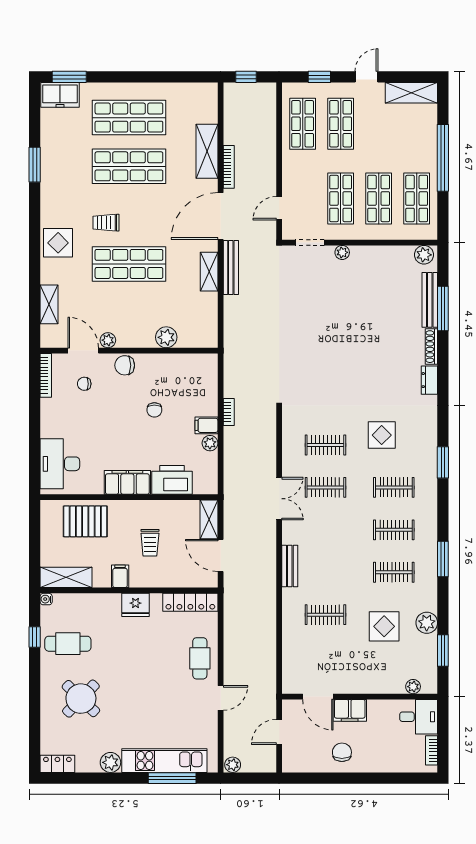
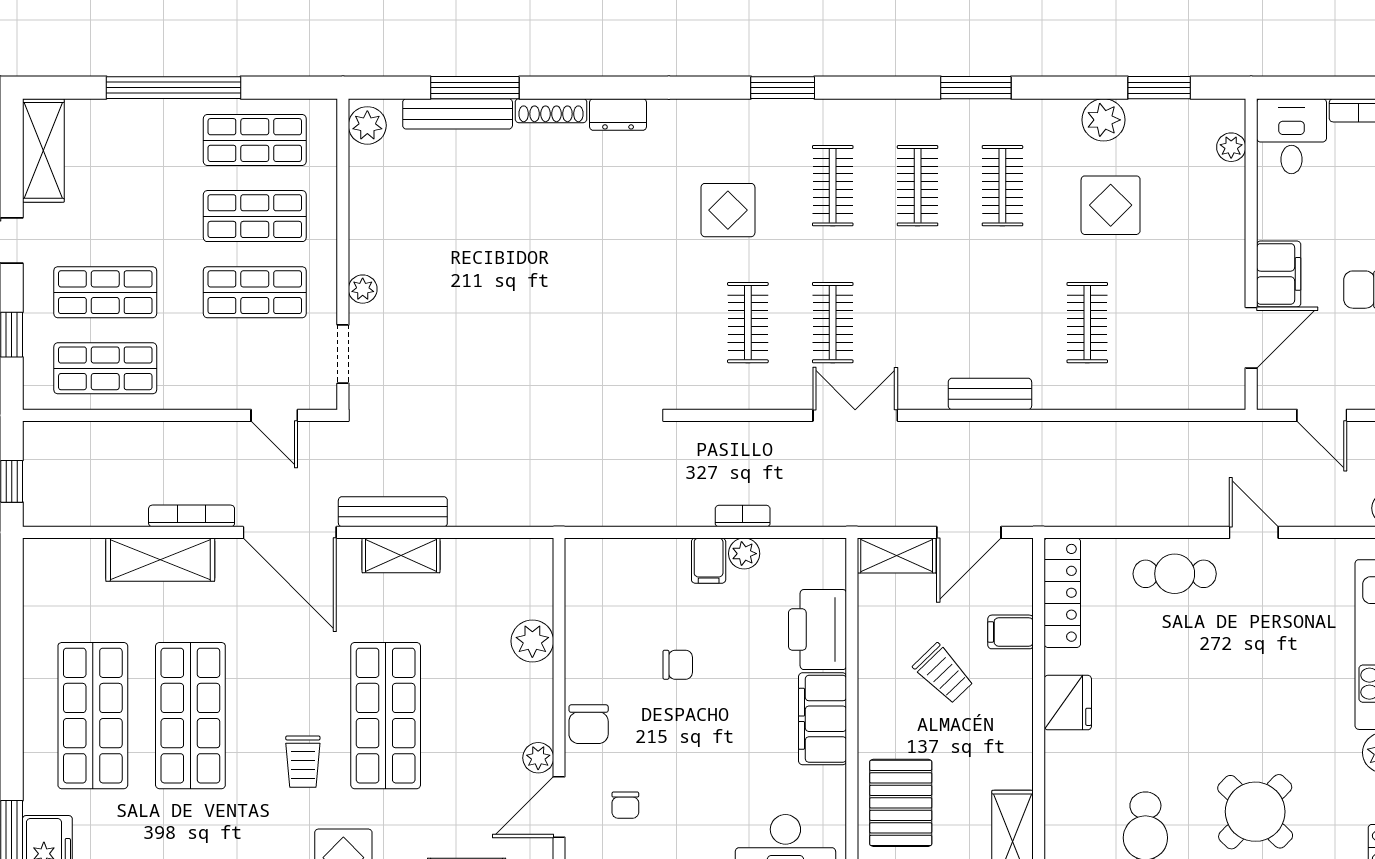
bookcase: (229, 412) -> (743, 516), moved
trolley: (150, 543) -> (943, 674), turned 46
filing cabinet: (120, 576) -> (1011, 632), moved

